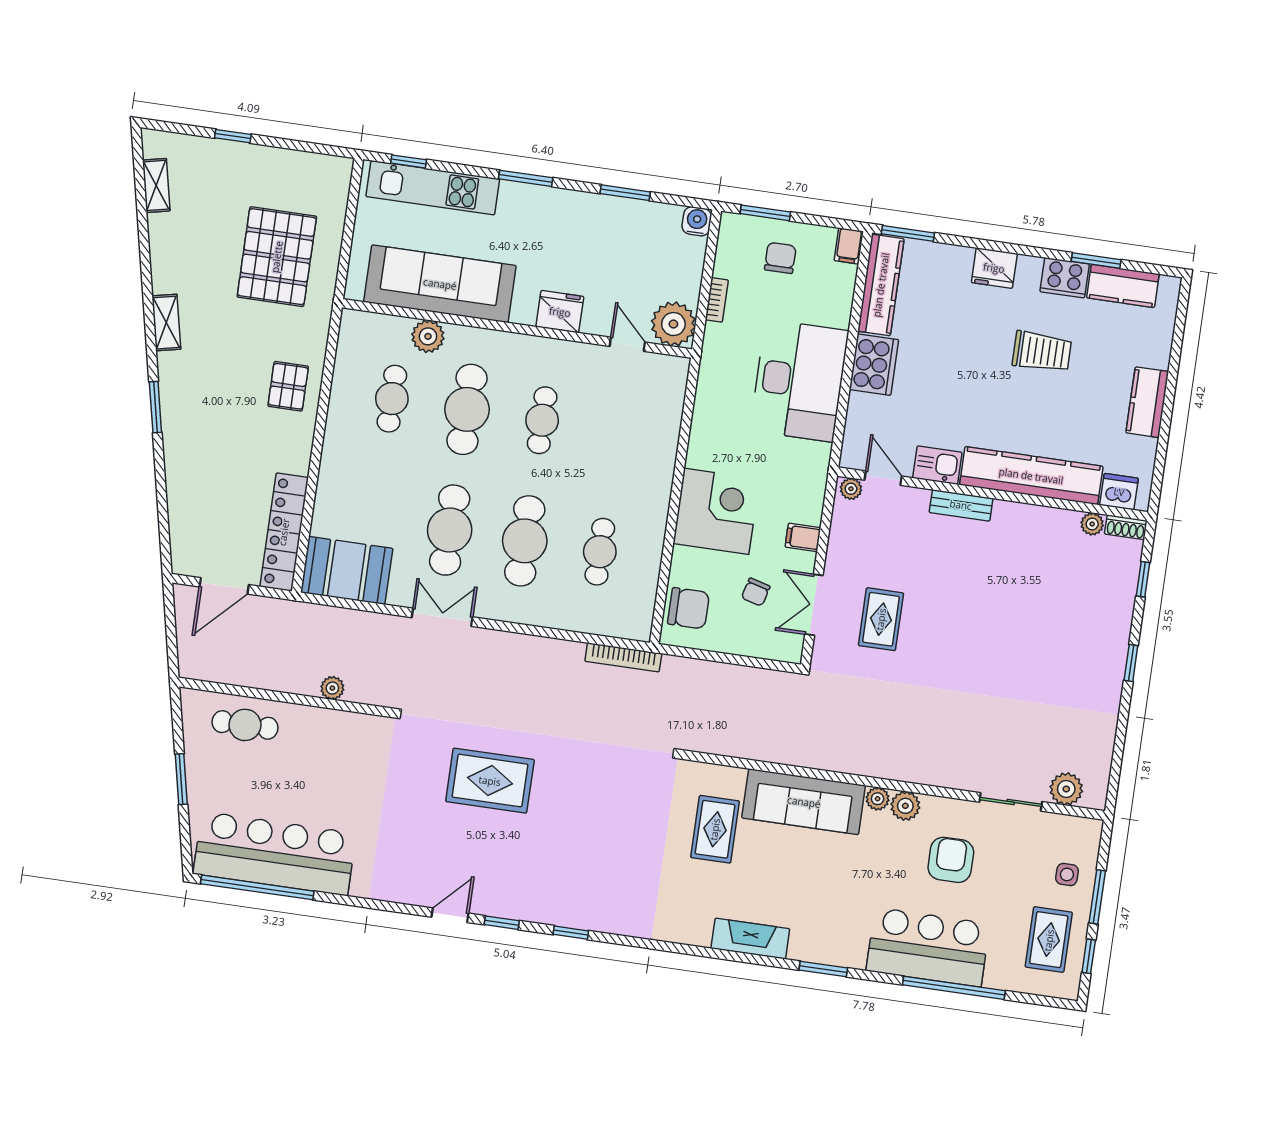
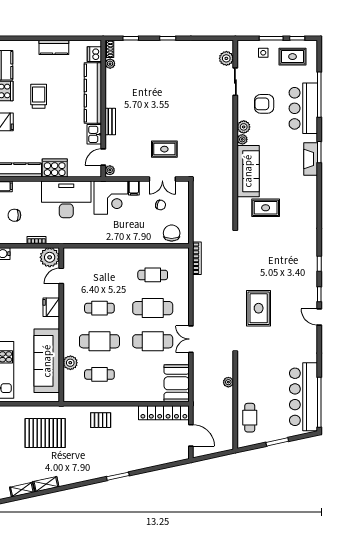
shelving: (166, 323) -> (46, 484), moved
corner desk: (716, 511) -> (111, 198), moved, turned 180
fireplace: (750, 939) -> (311, 159), moved

